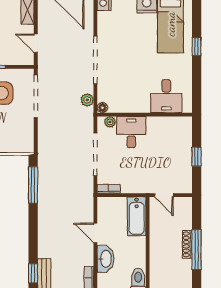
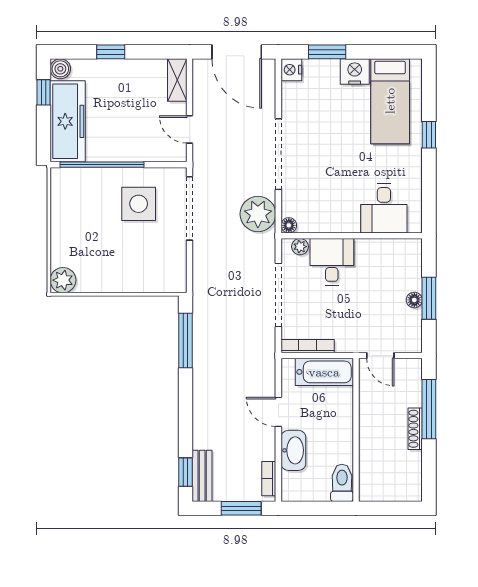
plant: (87, 100) -> (258, 214), width x1.88, depth x1.88
window: (197, 157) -> (429, 298), width x1.50
floor lamp: (187, 158) -> (414, 300), added
bookcase: (109, 189) -> (308, 346), width x1.56
bathtub: (137, 216) -> (324, 372), moved, turned -90
window: (197, 250) -> (429, 409), moved

